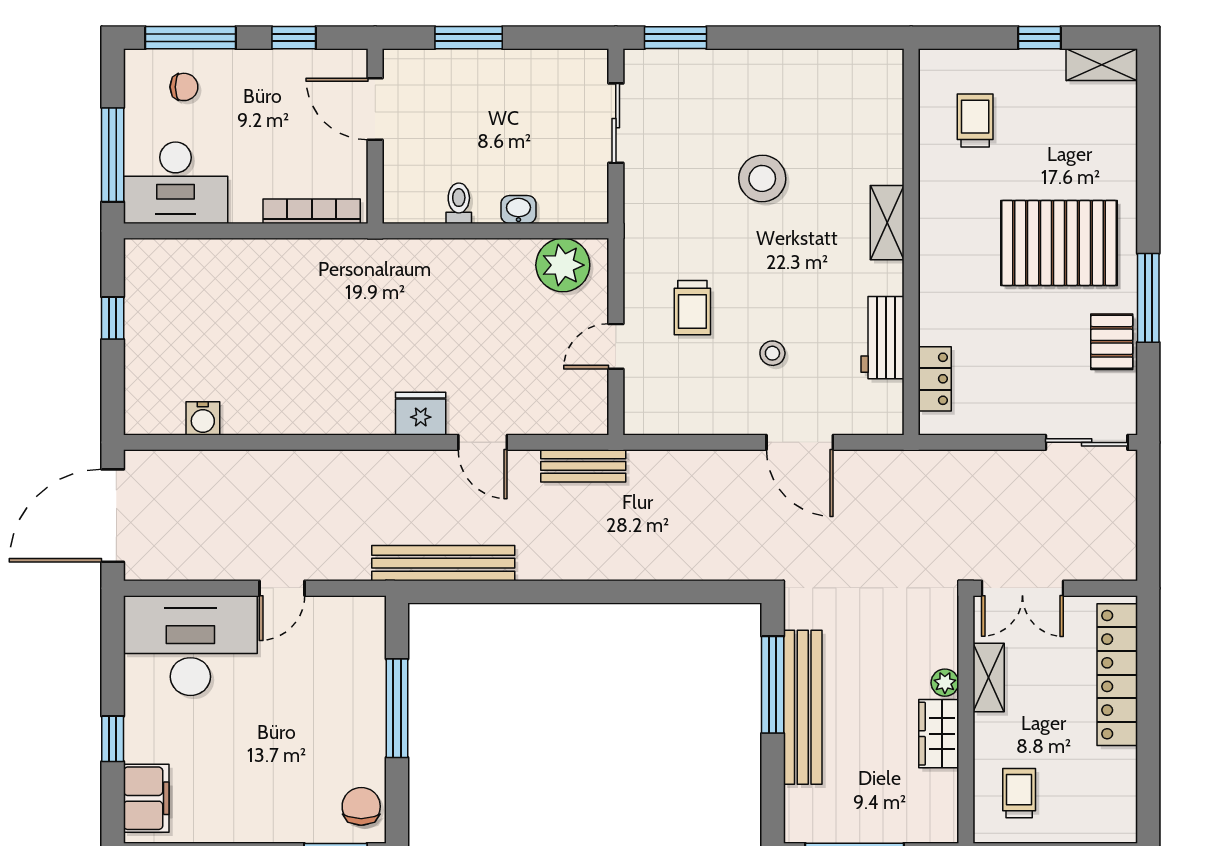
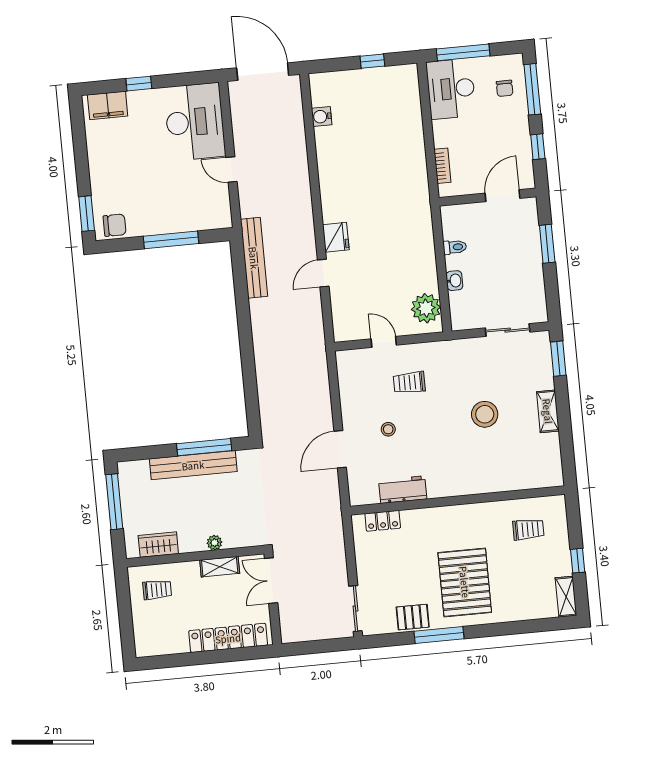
bookcase: (312, 211) -> (442, 166), width x0.64
shelving: (887, 223) -> (548, 411), moved, turned 90
bench: (583, 466) -> (316, 330), removed
wardrobe: (939, 734) -> (158, 545), moved

